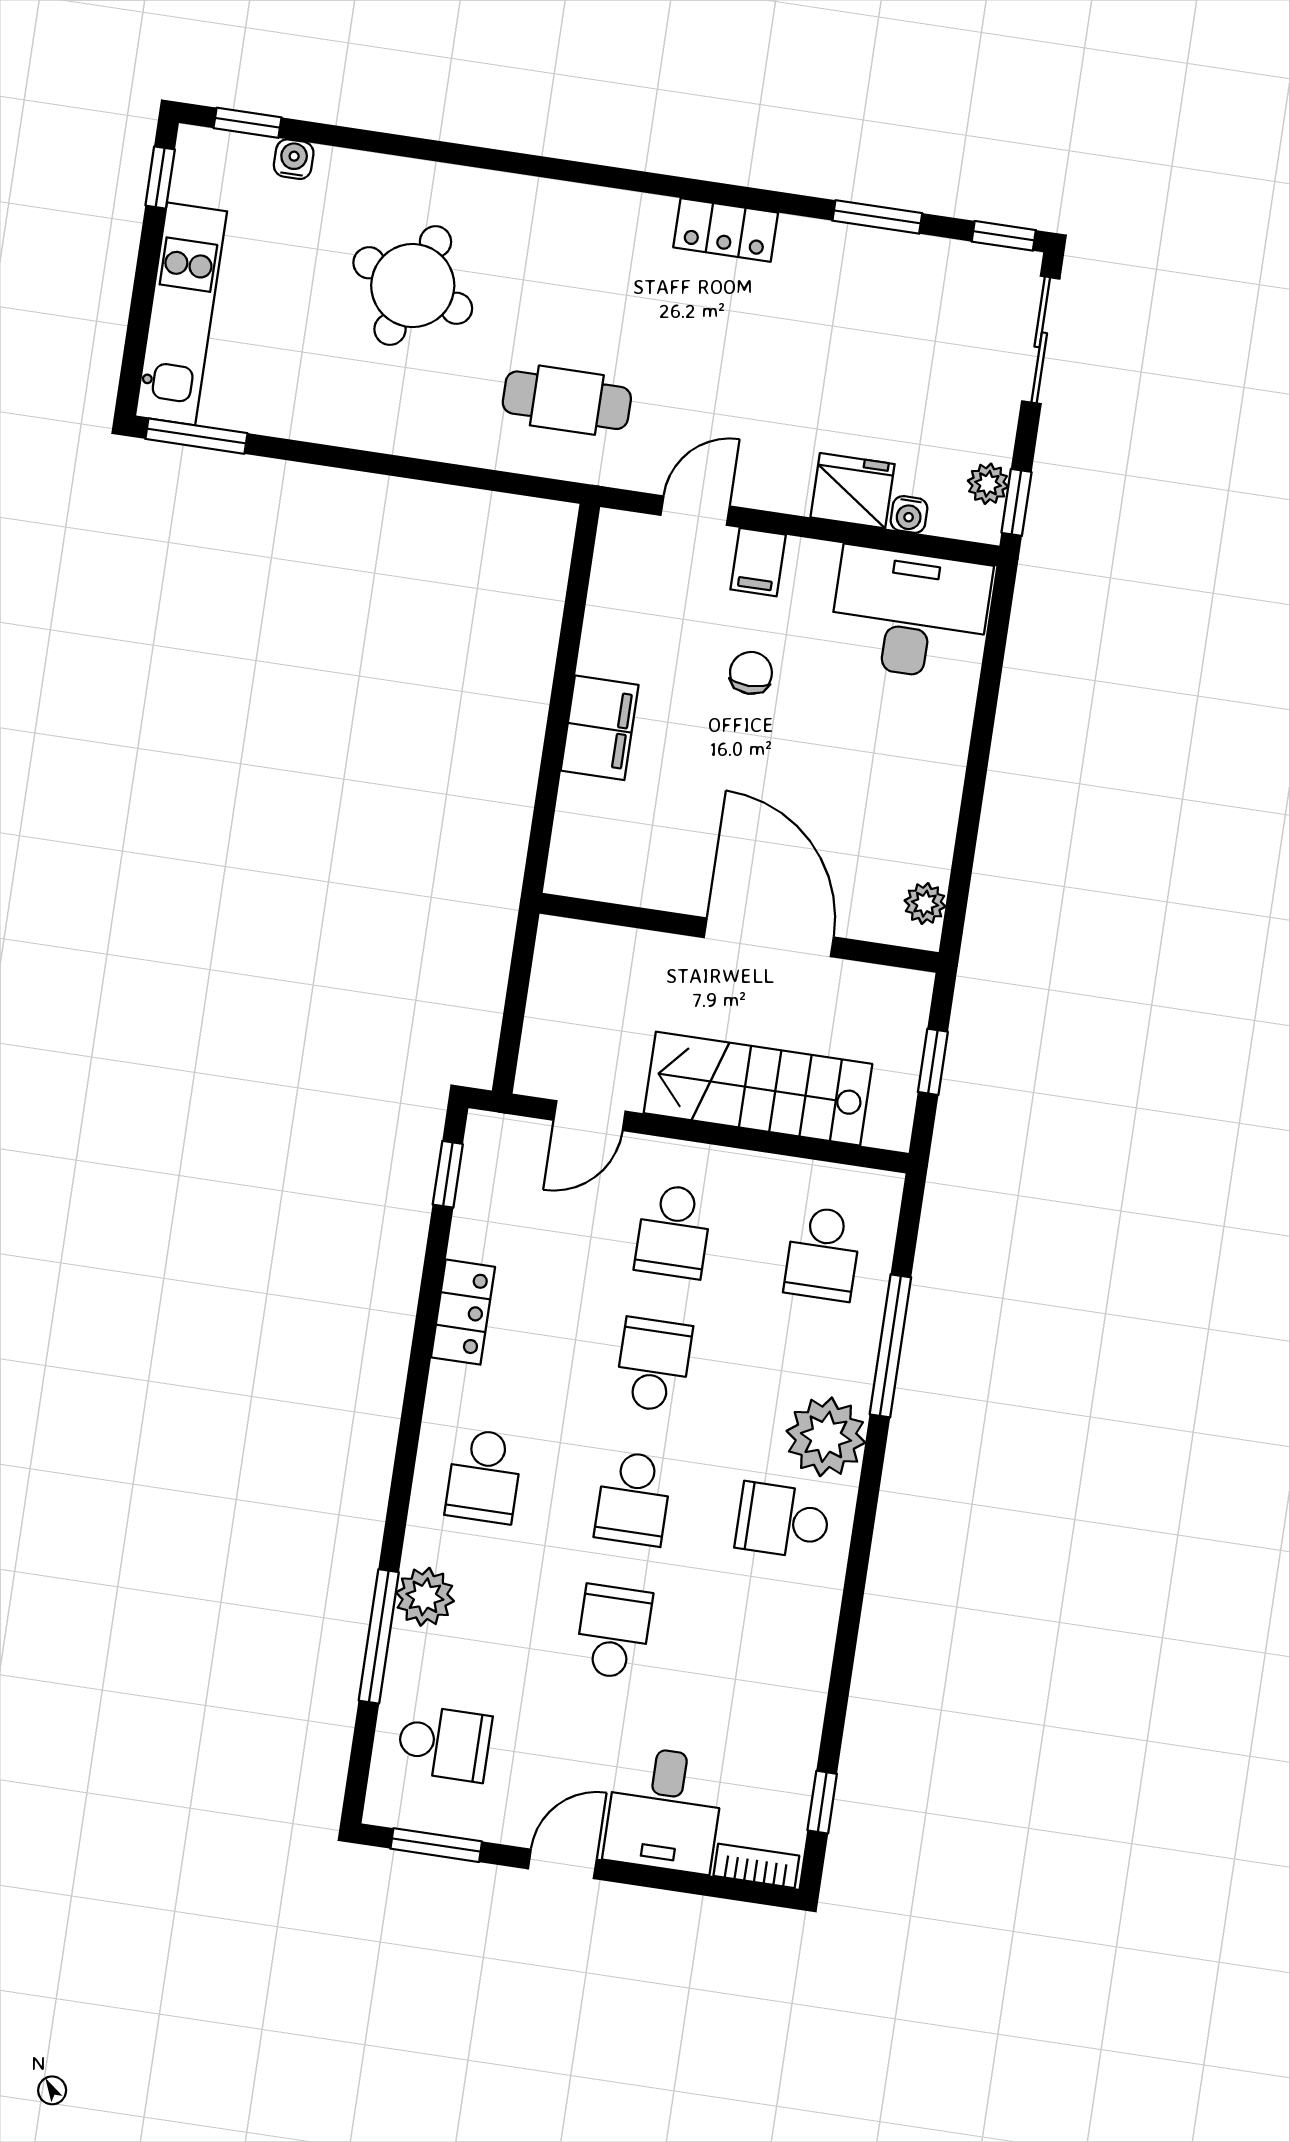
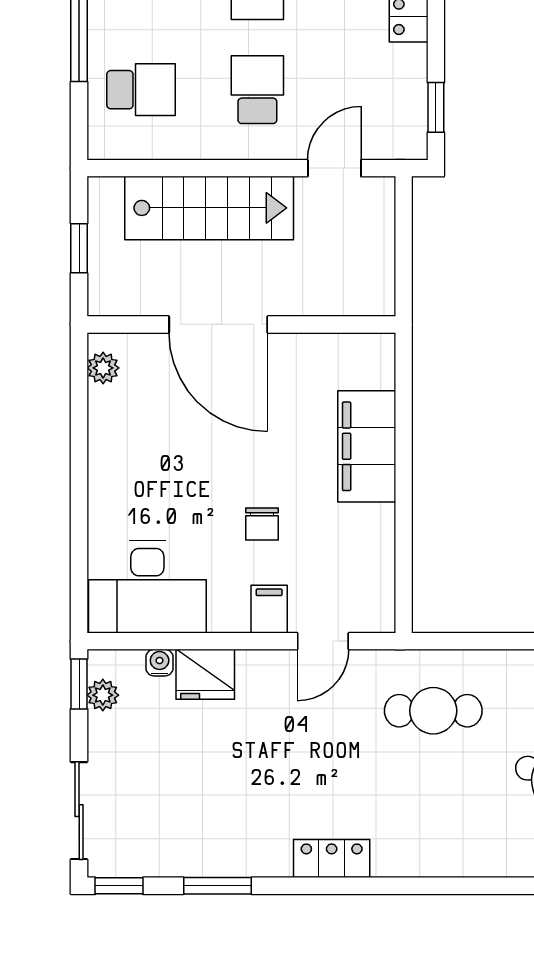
filing cabinet: (600, 728) -> (367, 446), width x1.50, depth x1.17
school desk: (823, 1254) -> (141, 90), turned 90

